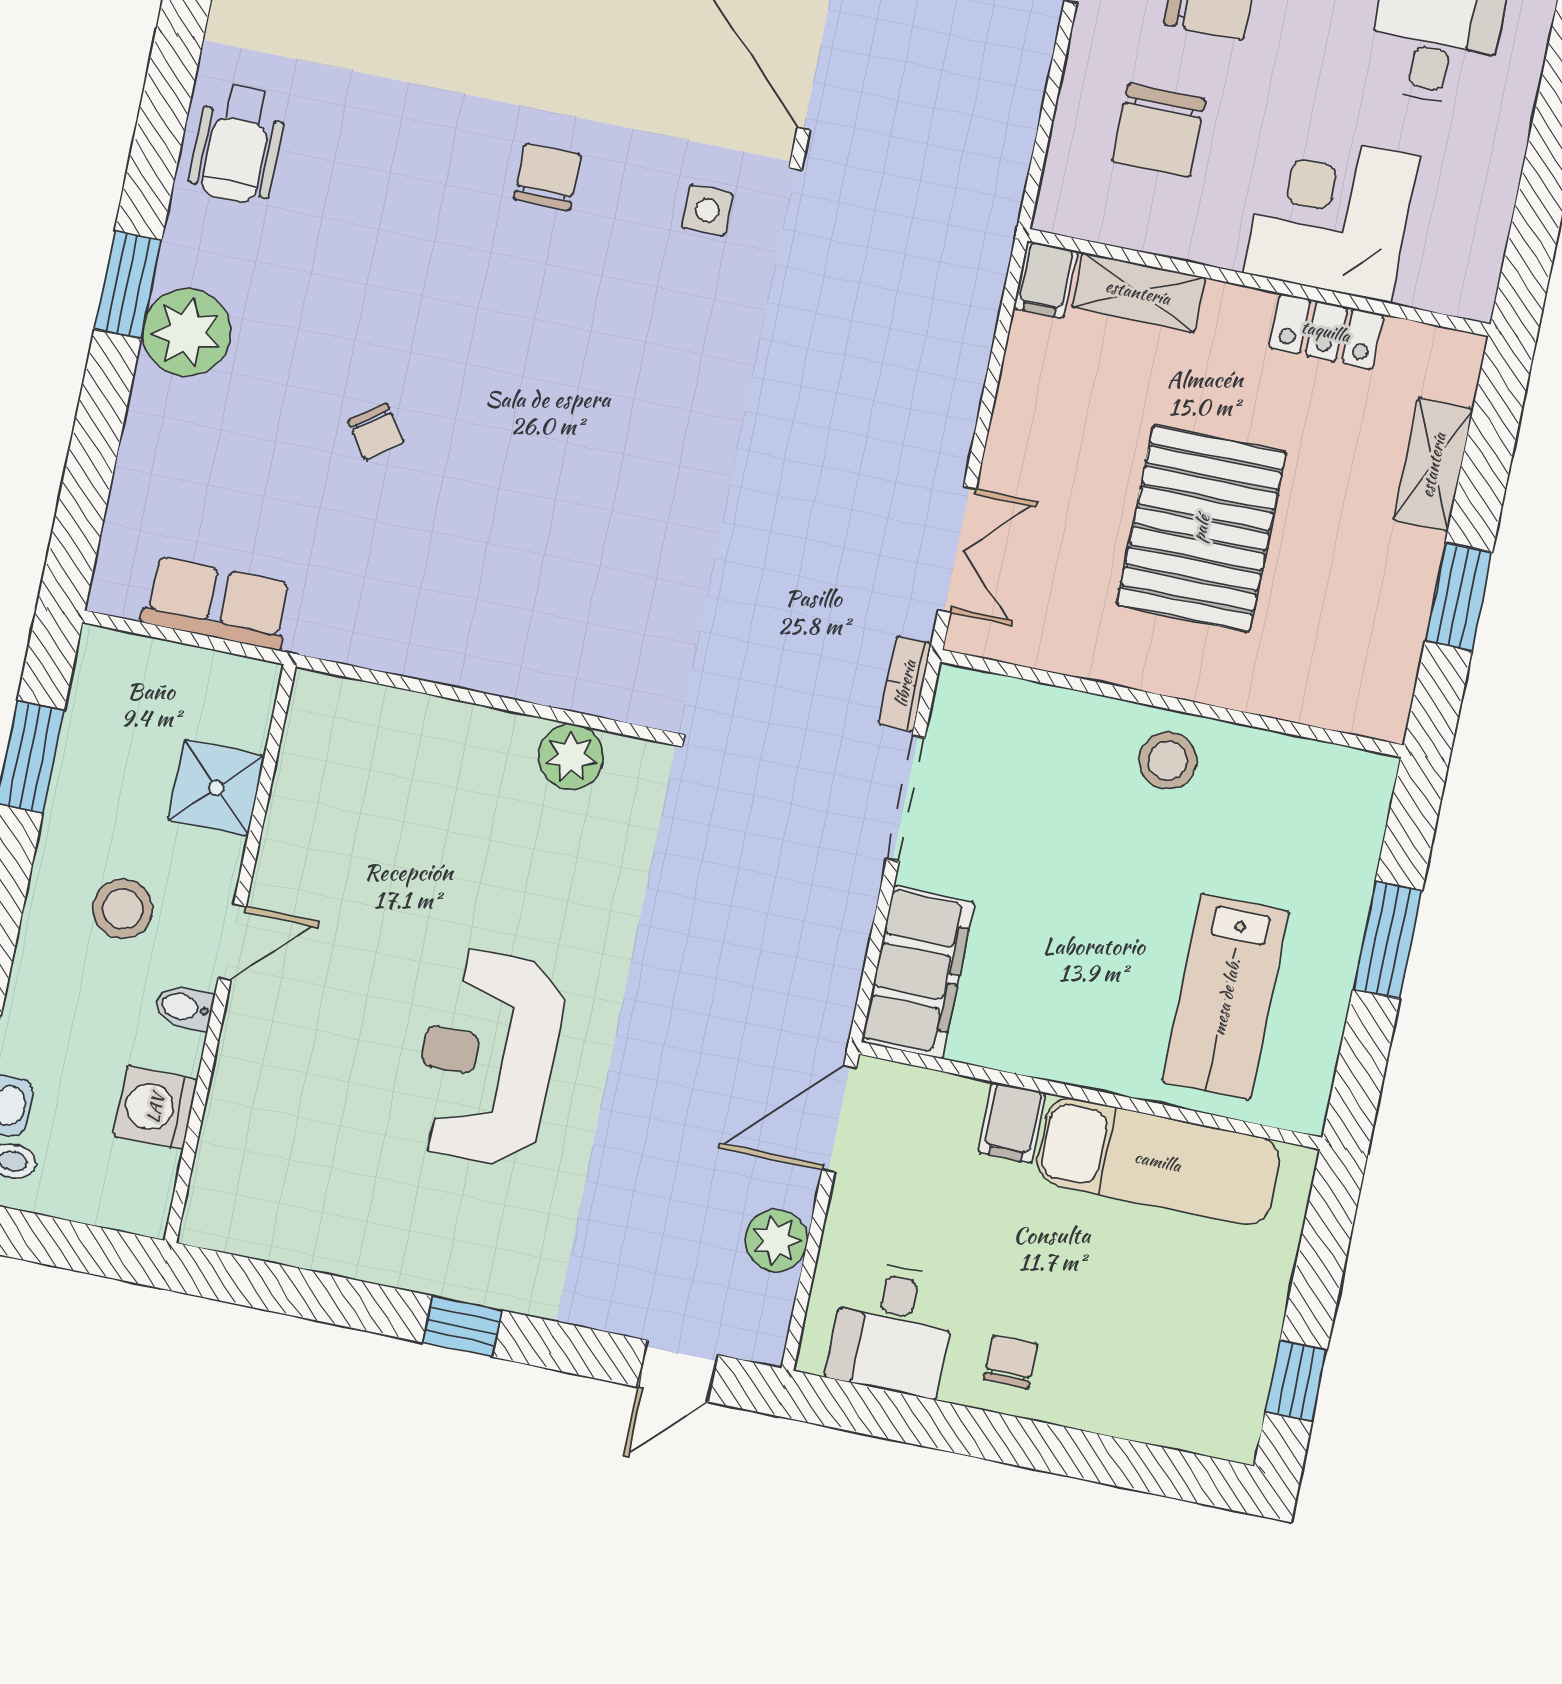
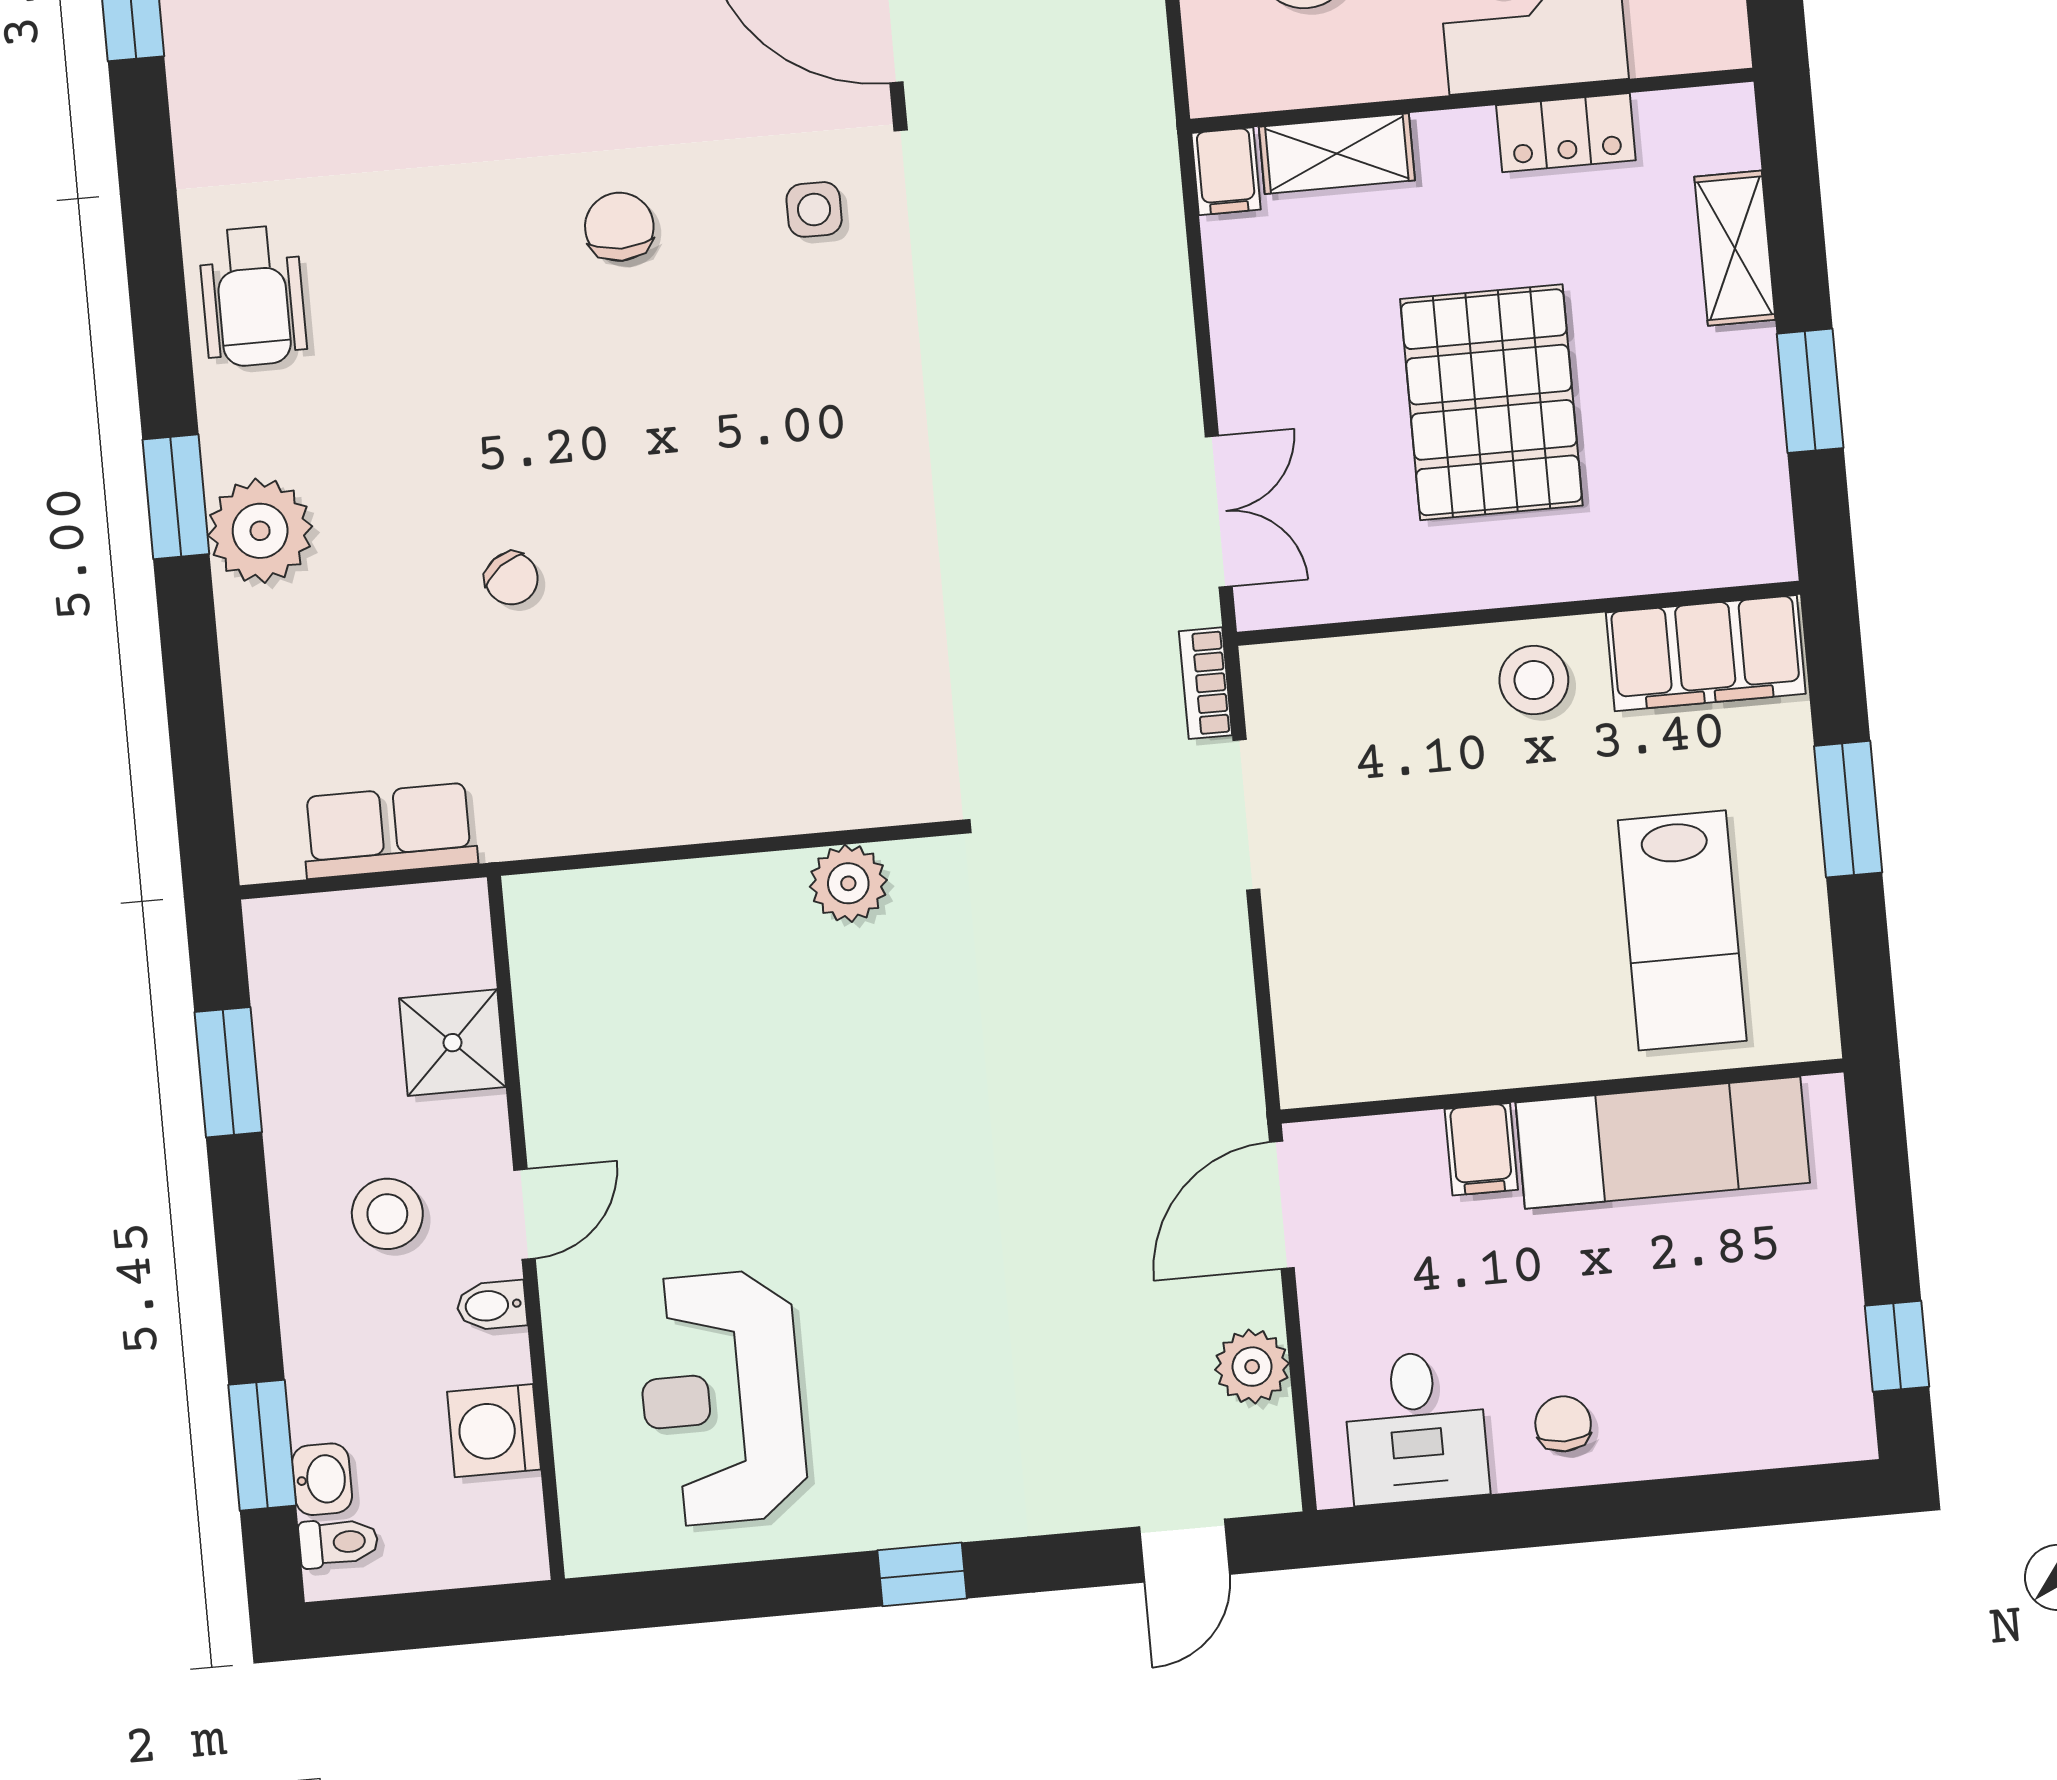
filing cabinet: (918, 972) -> (1706, 653), moved, turned 90
reception desk: (487, 1057) -> (721, 1398), moved

